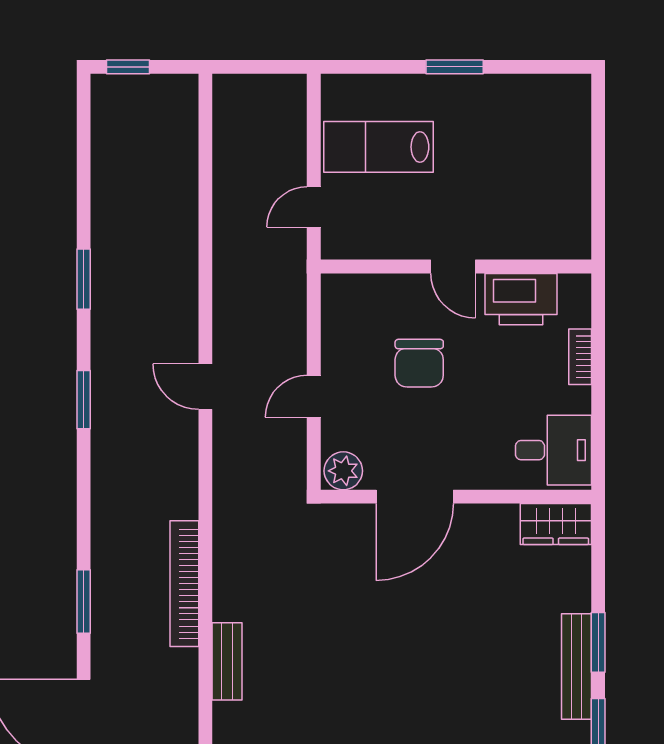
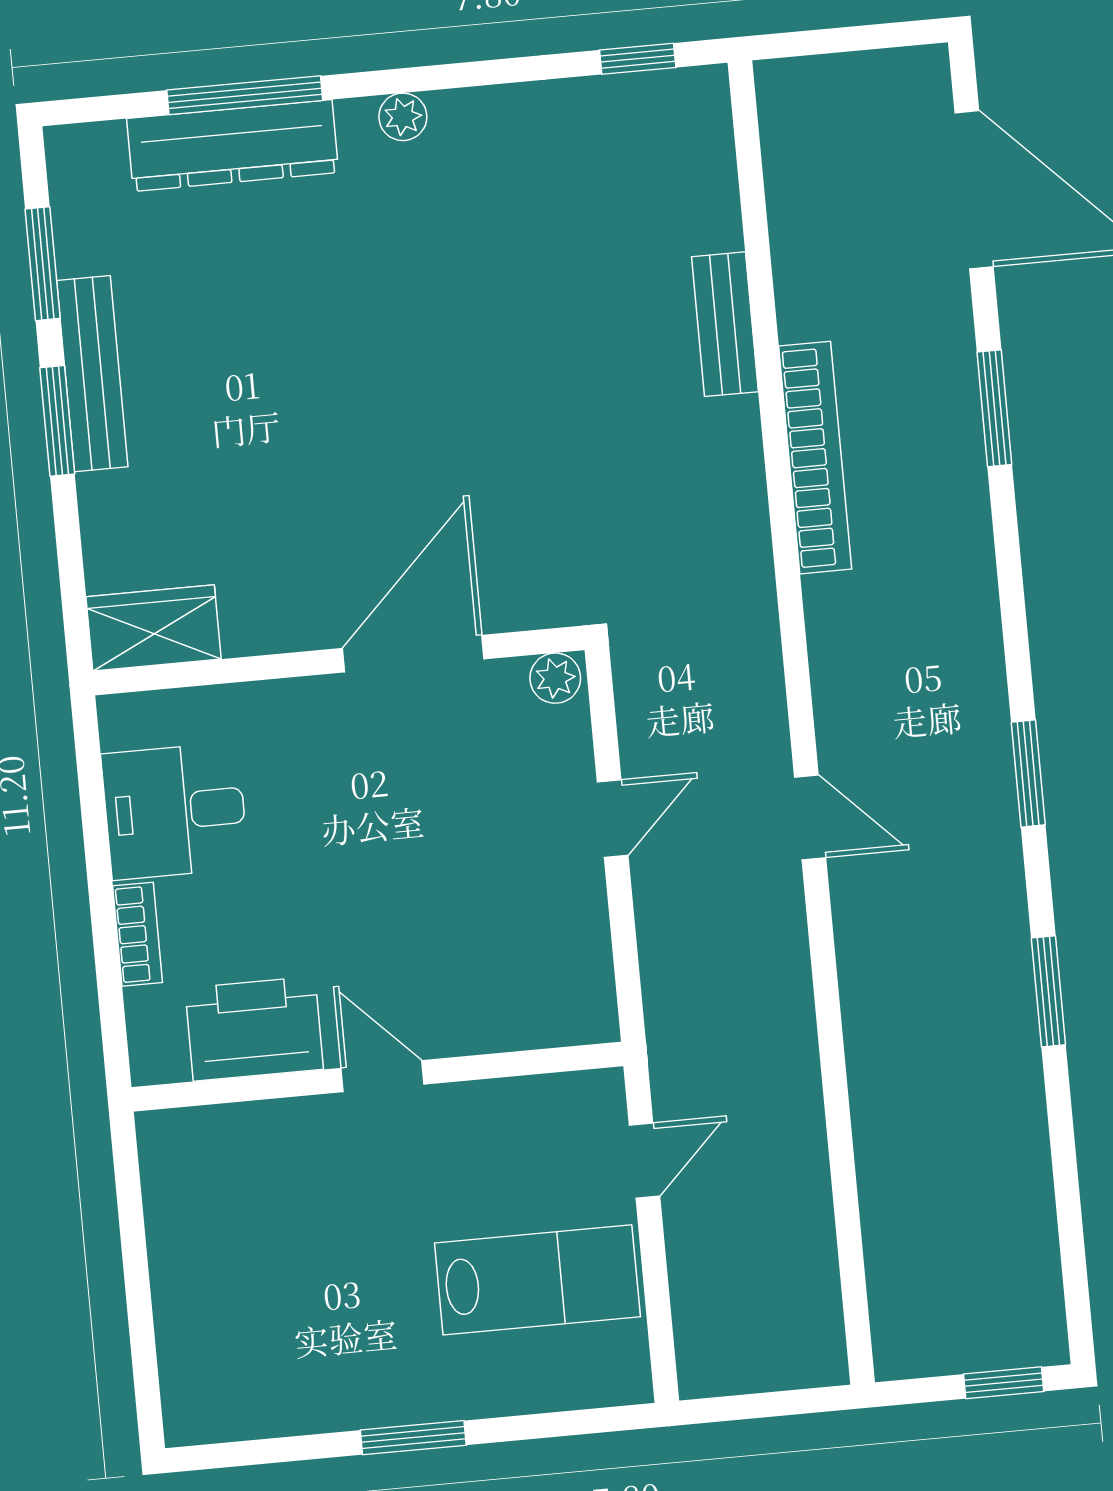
chair: (419, 363) -> (428, 896), removed
desk: (553, 450) -> (175, 811), moved
plant: (343, 471) -> (555, 678), width x0.73, depth x0.73

